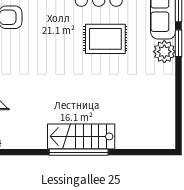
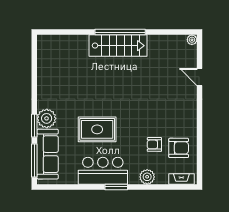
armchair: (39, 21) -> (154, 144), added

